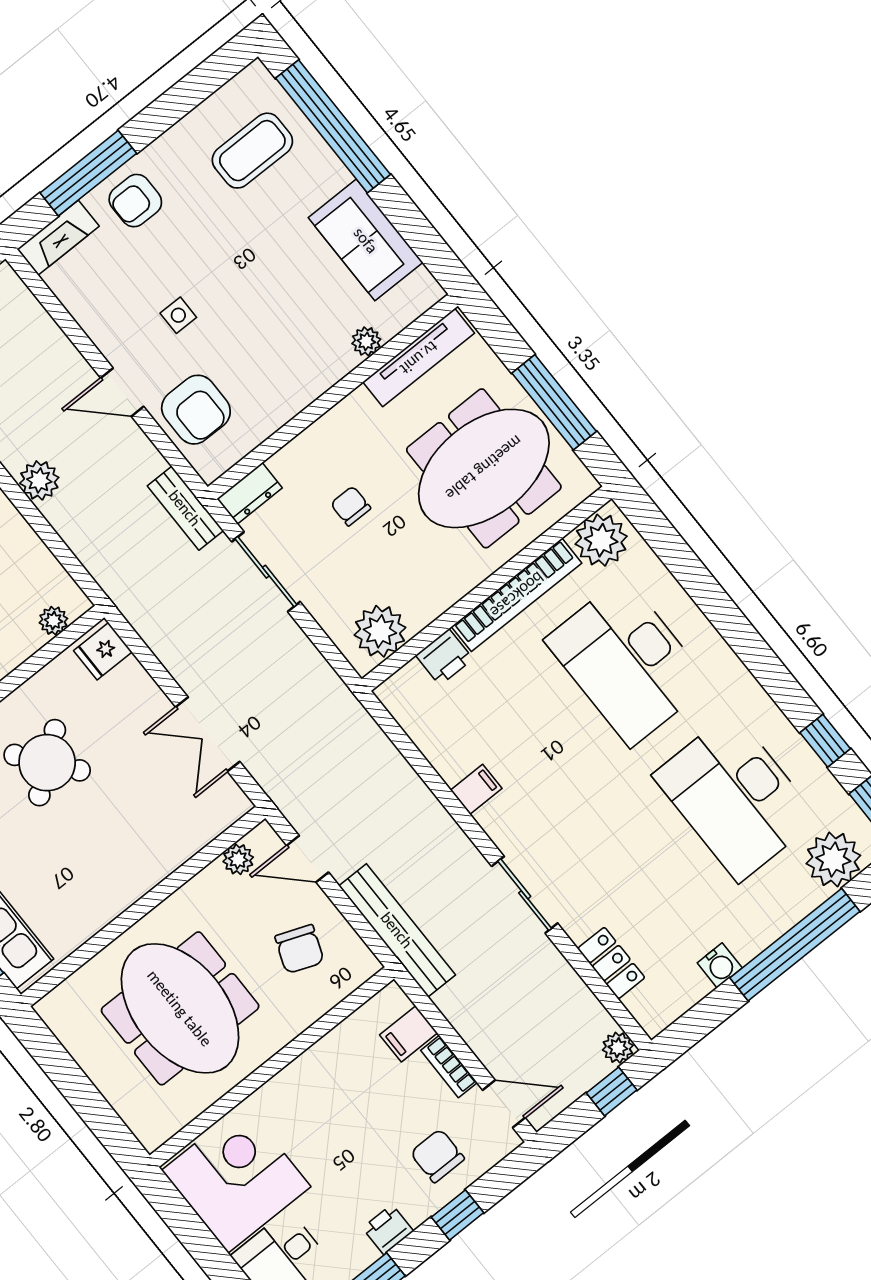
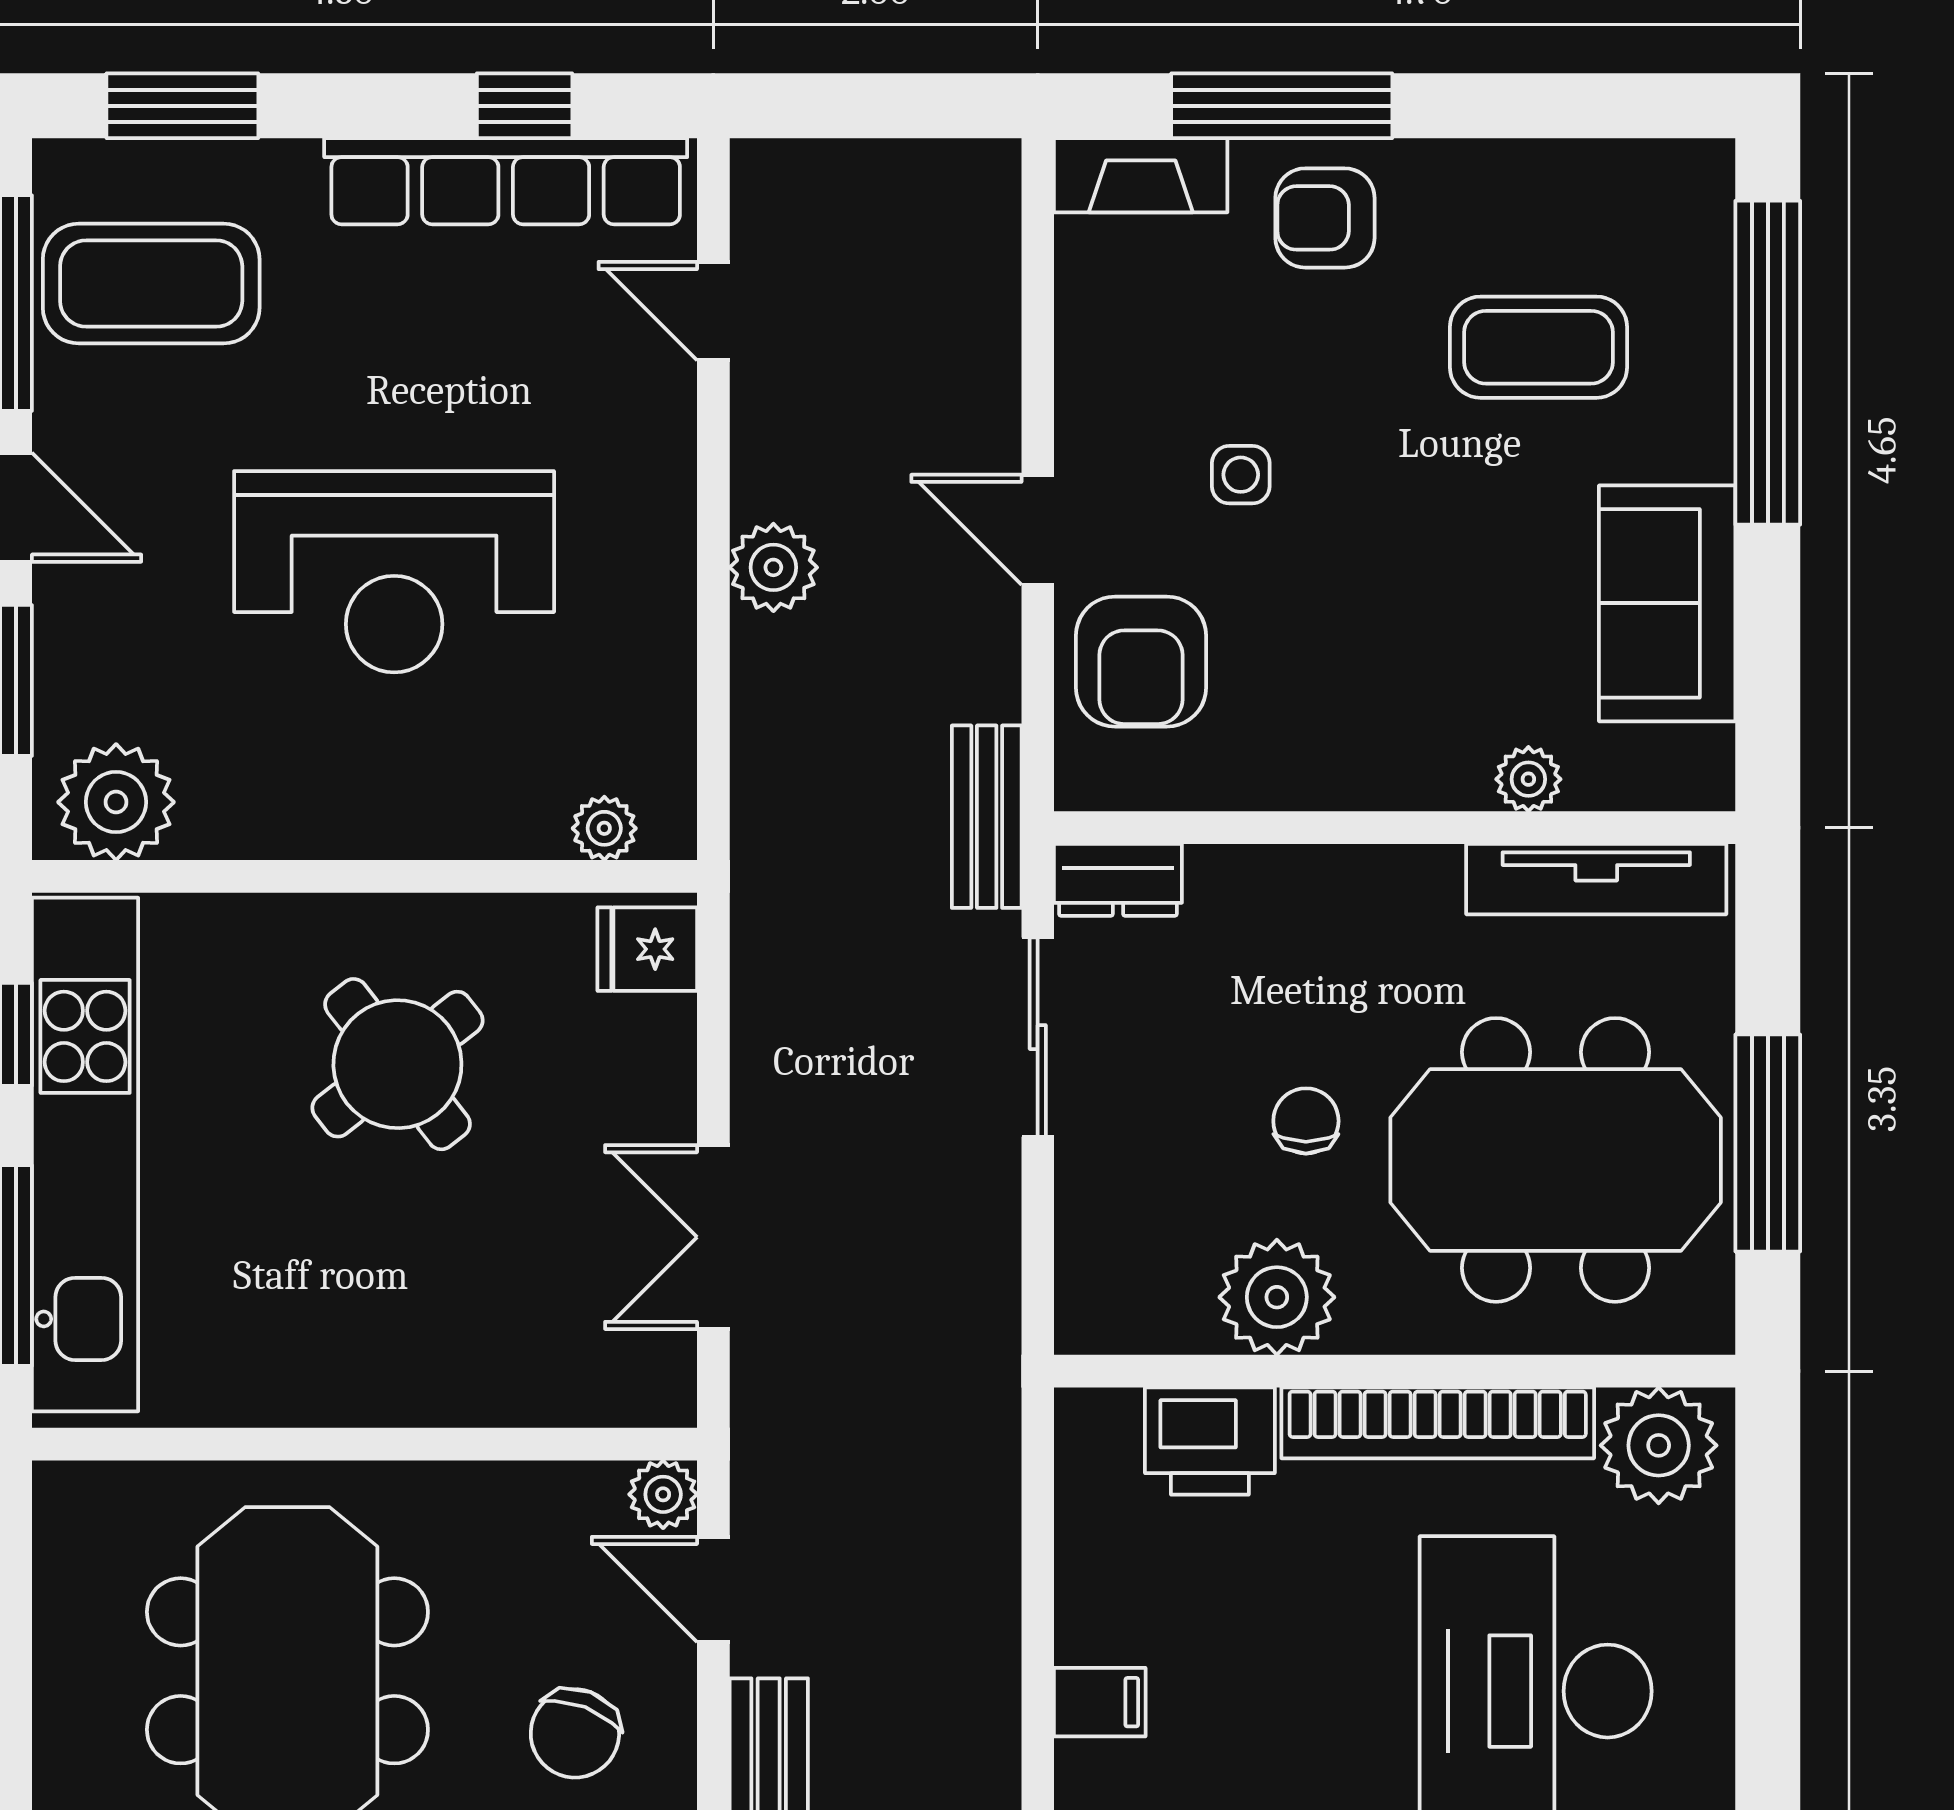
coffee table: (252, 151) -> (1538, 347), moved
chair: (351, 506) -> (1306, 1121), moved
plant: (380, 631) -> (1277, 1297), moved
printer: (444, 657) -> (1210, 1441), width x1.36, depth x1.24
plant: (238, 859) -> (663, 1494), moved

